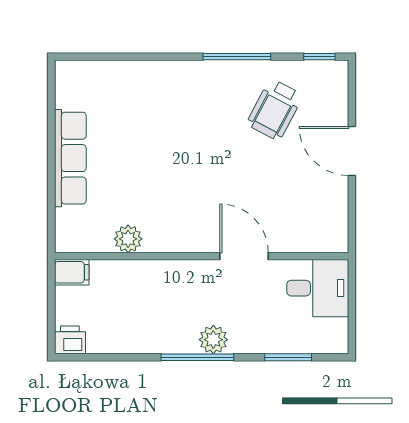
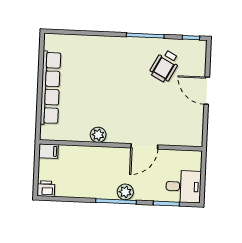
row of seats: (70, 158) -> (50, 88), width x1.36
plant: (128, 239) -> (98, 135), moved
door: (244, 256) -> (144, 146), swing flipped
desk: (318, 288) -> (183, 187), moved

